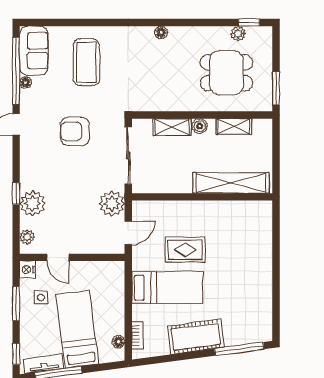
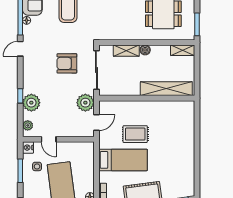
shelving: (234, 126) -> (183, 50), moved
armchair: (75, 131) -> (67, 63), moved

